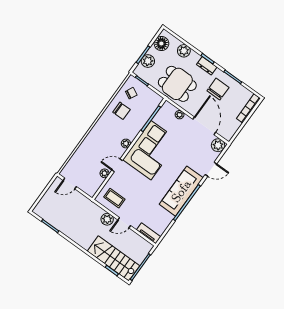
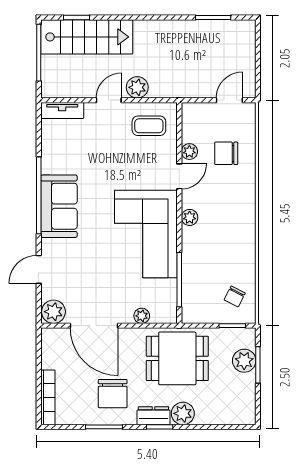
floor lamp: (161, 43) -> (243, 401), removed
plant: (184, 51) -> (183, 413), moved
chair: (121, 111) -> (226, 153), moved
sofa: (181, 191) -> (59, 206), width x0.73

